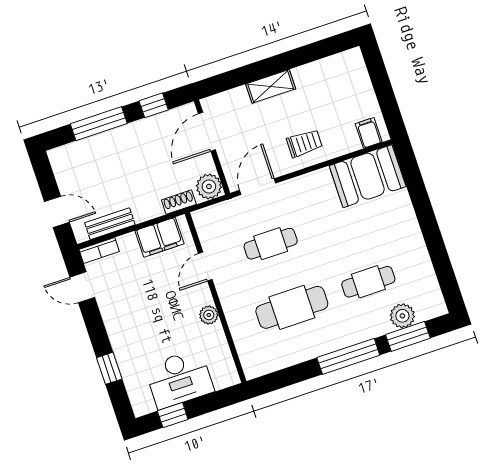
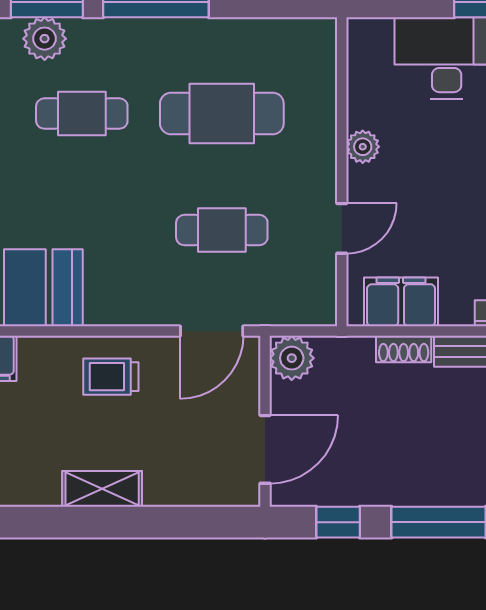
shelving: (271, 86) -> (102, 489), moved
shoe rack: (179, 202) -> (404, 349), moved

